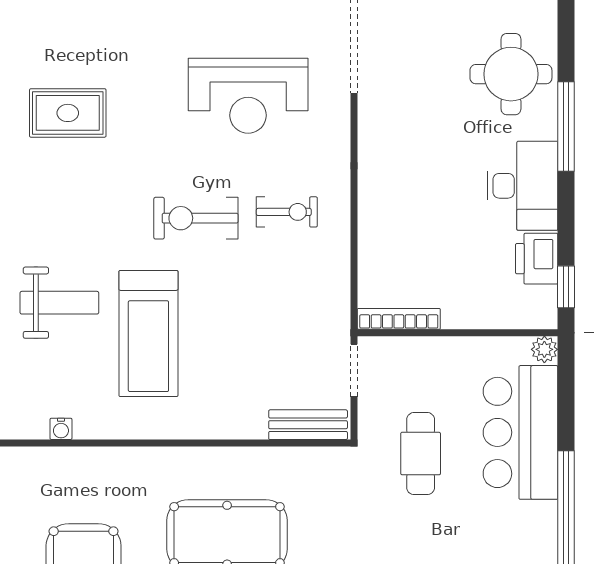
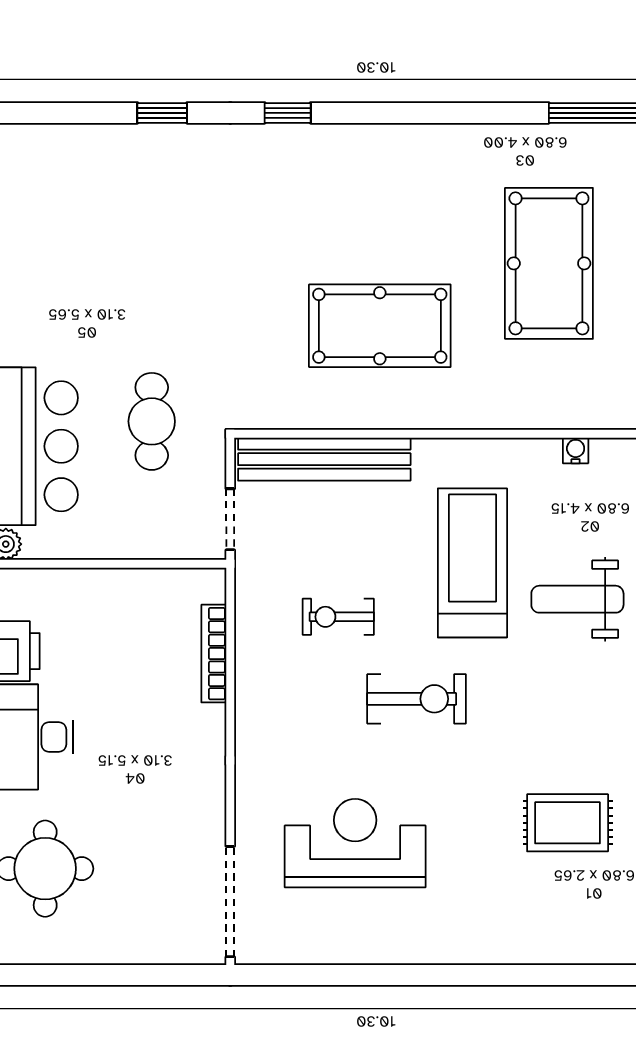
exercise bike: (287, 212) -> (338, 617), moved
bookcase: (399, 319) -> (214, 654), moved, turned 90
bench: (308, 425) -> (324, 459), width x1.86, depth x1.21

